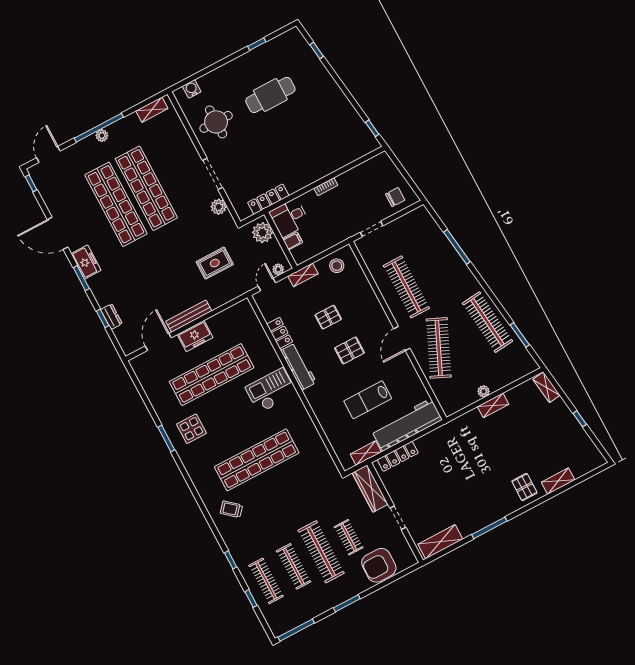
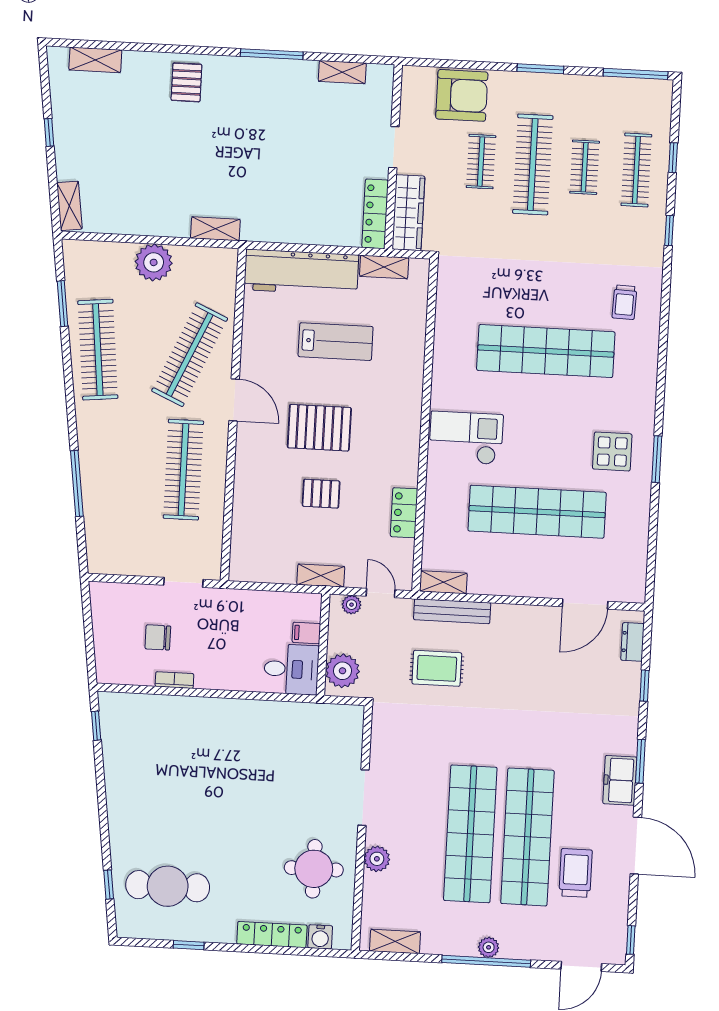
cafe table: (270, 95) -> (168, 886), moved
bookcase: (326, 187) -> (174, 680), moved
chair: (395, 197) -> (158, 637), moved
locker: (268, 199) -> (272, 935), moved, turned 180
trolley: (80, 201) -> (576, 873), added
plant: (219, 207) -> (377, 859), moved
stool: (337, 266) -> (265, 560), removed
door: (267, 284) -> (381, 593), swing flipped
shelving: (238, 309) -> (443, 582), added
bench: (189, 316) -> (452, 611), moved
dresser: (111, 317) -> (632, 642), moved
freezer: (195, 336) -> (528, 581), removed
door: (402, 338) -> (234, 400), hinge flipped
pallet: (349, 350) -> (319, 428), width x1.50, depth x1.42
workbench: (299, 367) -> (406, 448), removed
checkout: (271, 391) -> (466, 438), turned 180
plant: (484, 391) -> (154, 262), width x1.88, depth x1.88
shelving: (493, 405) -> (215, 229), moved
locker: (398, 456) -> (375, 214), moved, turned -90
shelving: (558, 481) -> (95, 60), moved
trolley: (231, 509) -> (624, 302), turned 51
shelving: (440, 542) -> (342, 72), width x0.67, depth x0.75
clothes rail: (294, 566) -> (585, 167), width x0.73

